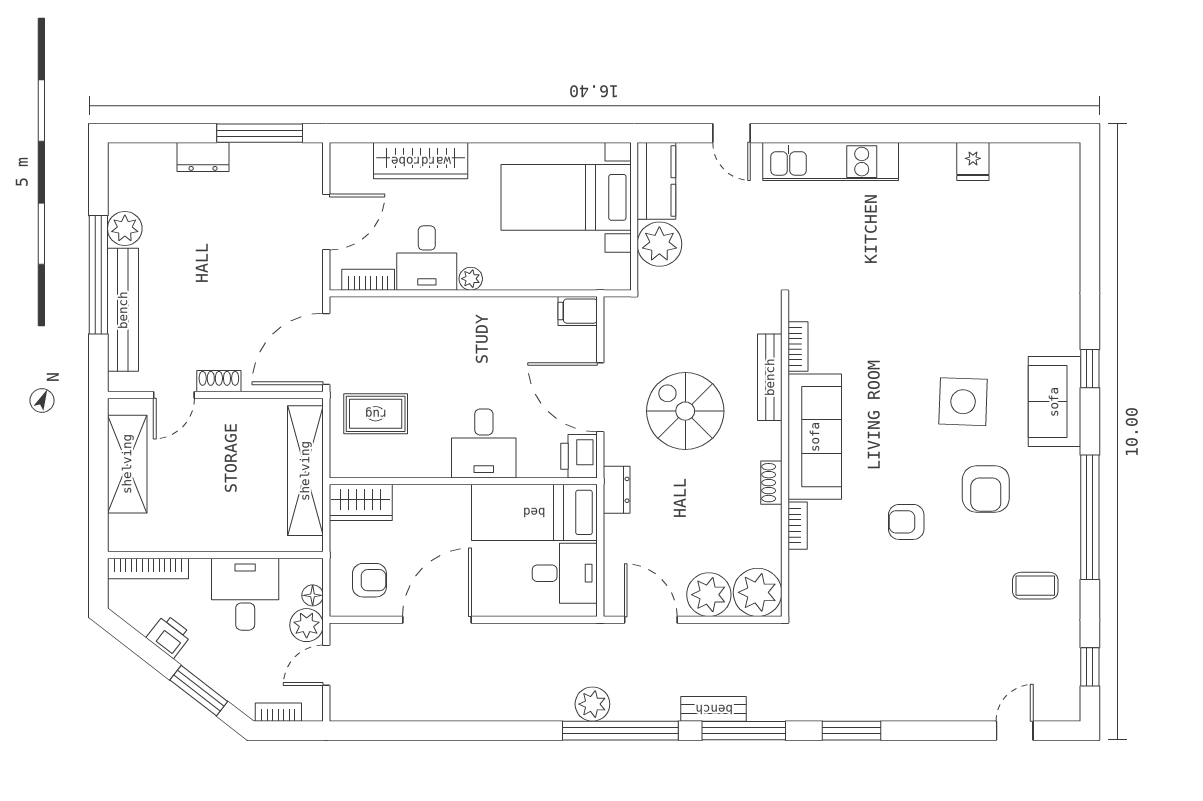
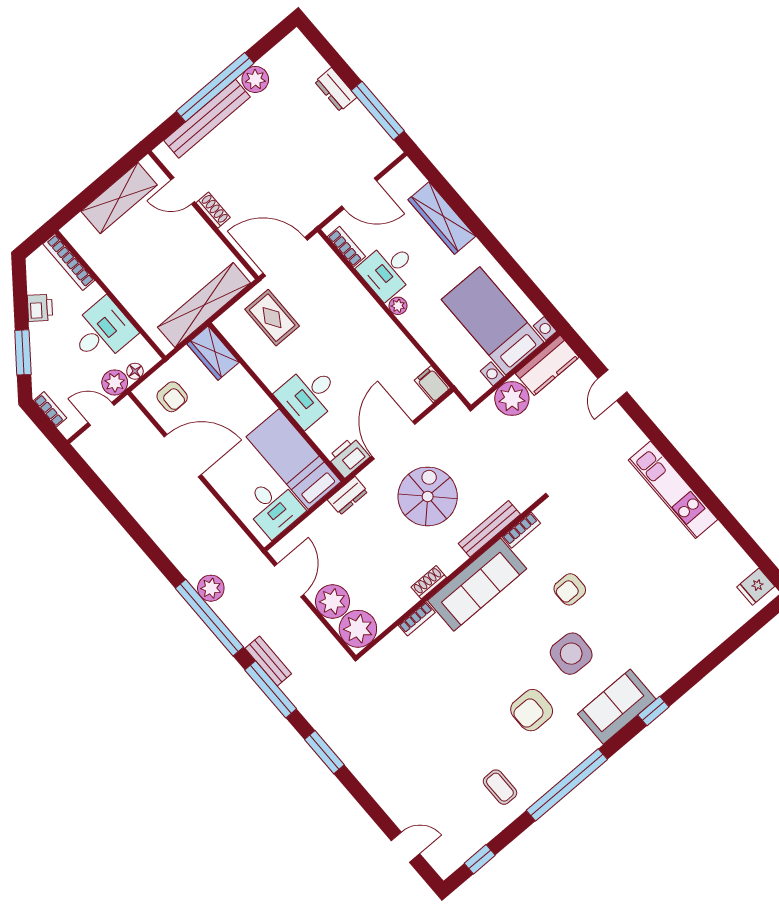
kitchen unit: (831, 162) -> (673, 490), moved
fridge: (973, 162) -> (756, 587), moved
armchair: (906, 522) -> (570, 589), moved, turned -90

